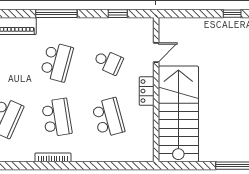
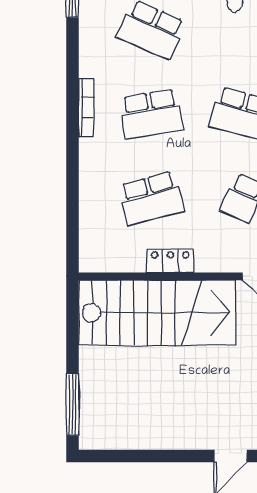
locker: (147, 91) -> (170, 261), moved

